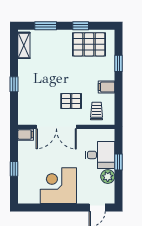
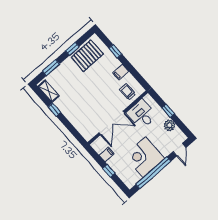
window: (14, 84) -> (54, 110), moved
pallet: (71, 101) -> (107, 99), removed
filing cabinet: (26, 135) -> (107, 155), moved
desk: (100, 155) -> (142, 114), moved, turned -90
window: (54, 207) -> (153, 173), added

